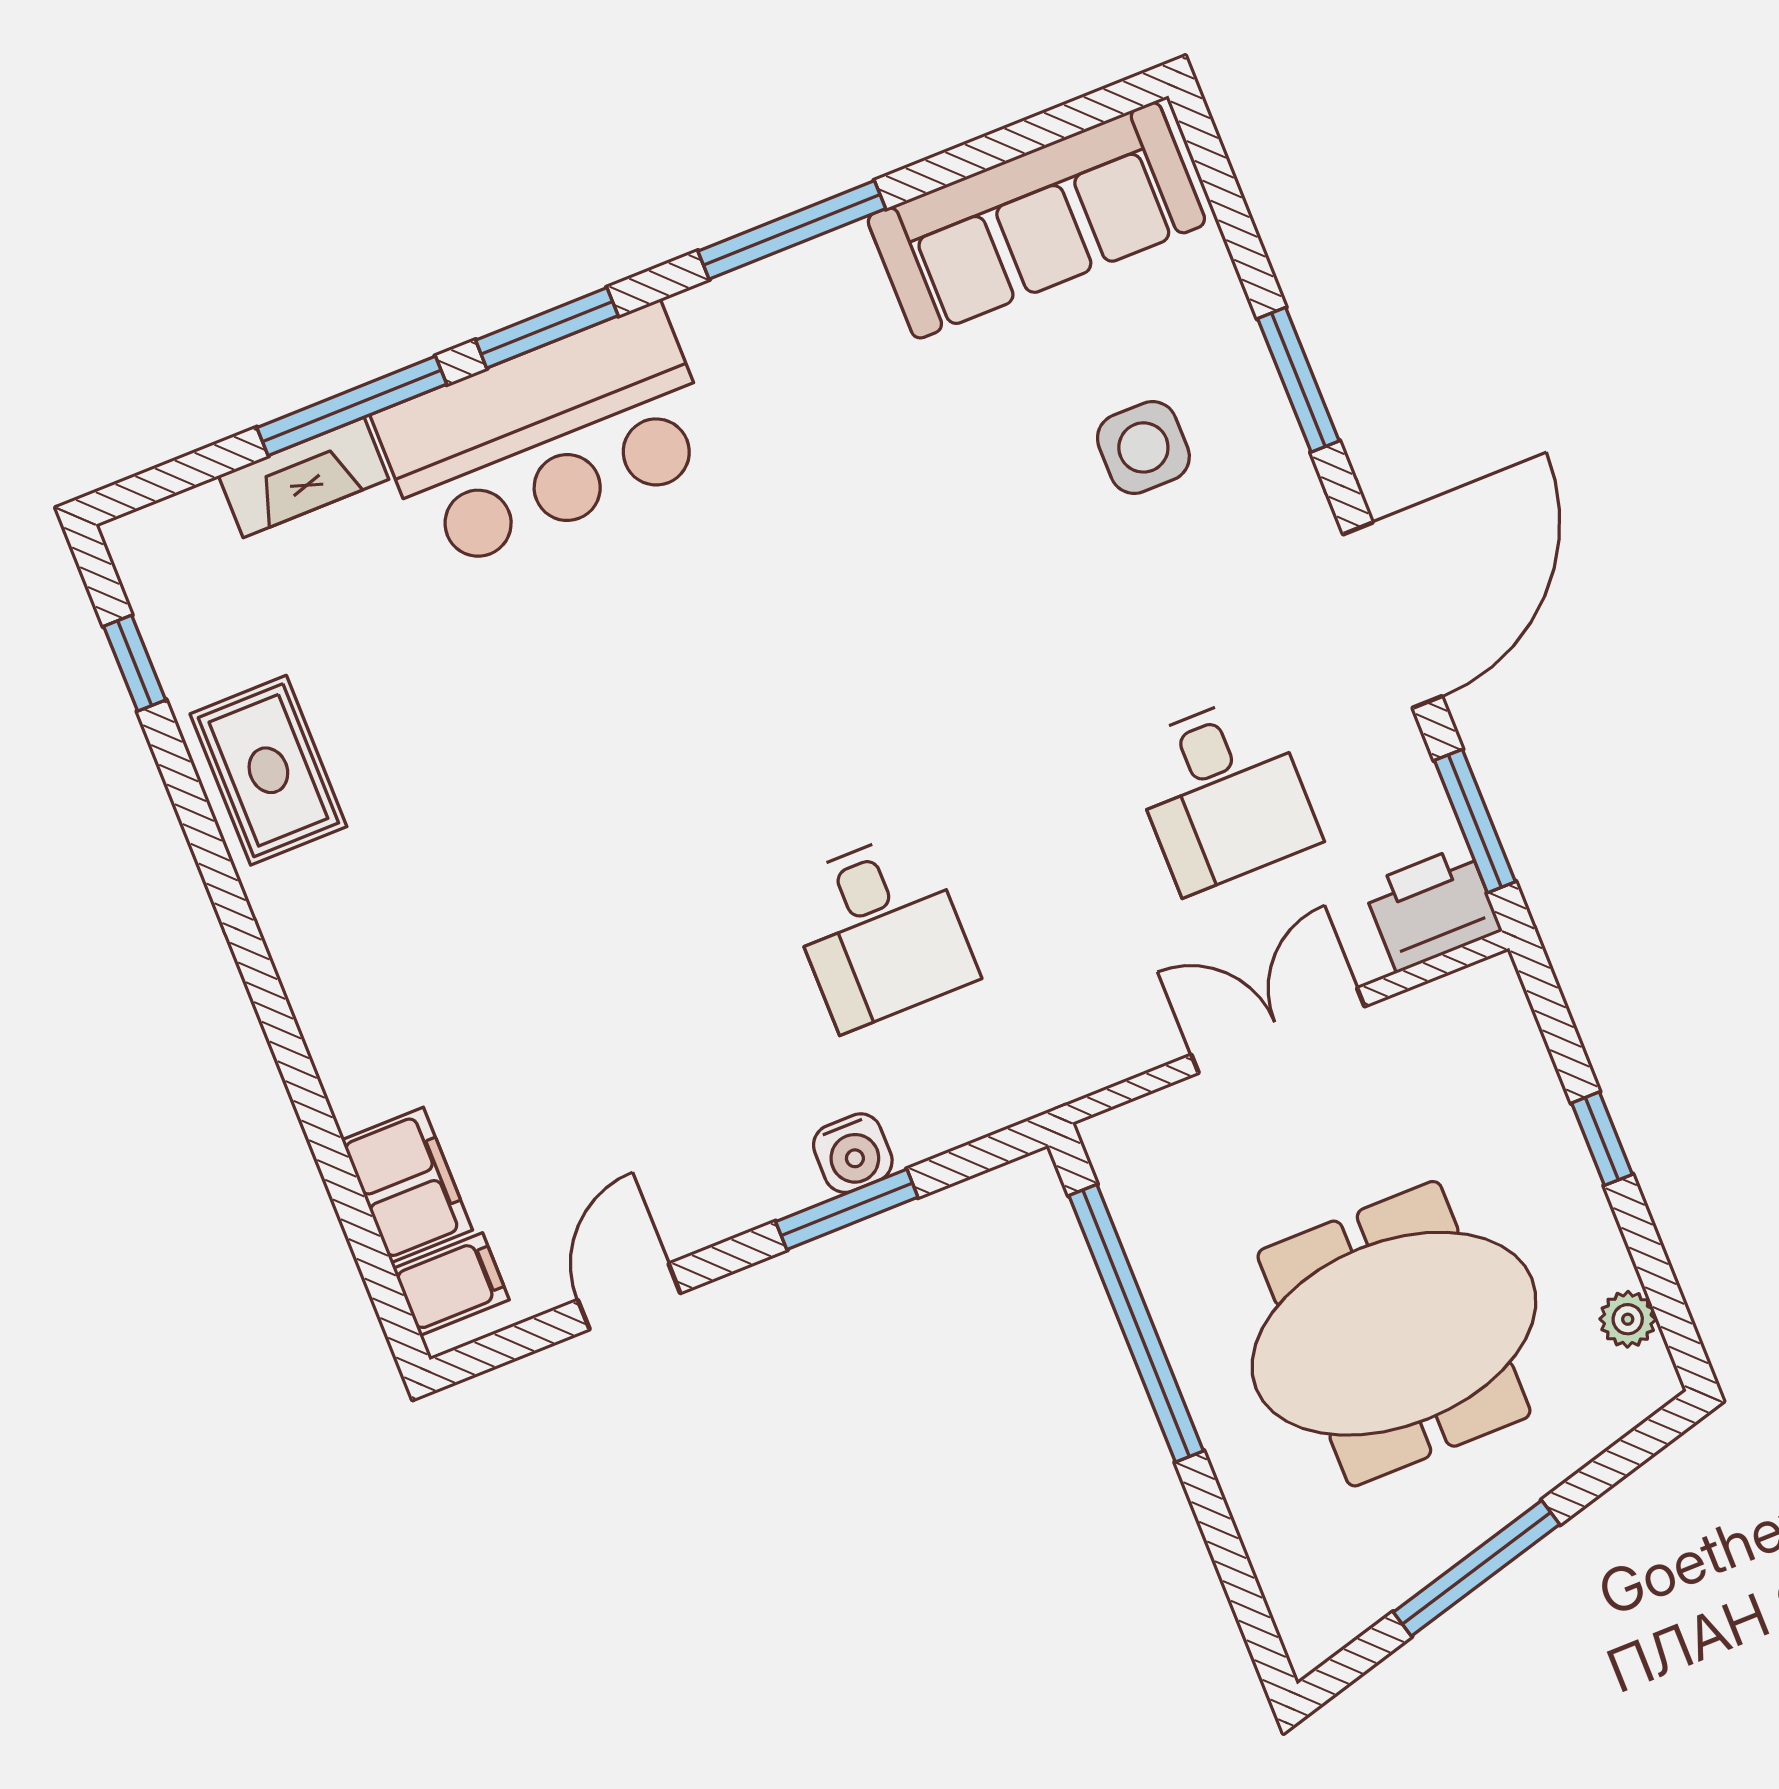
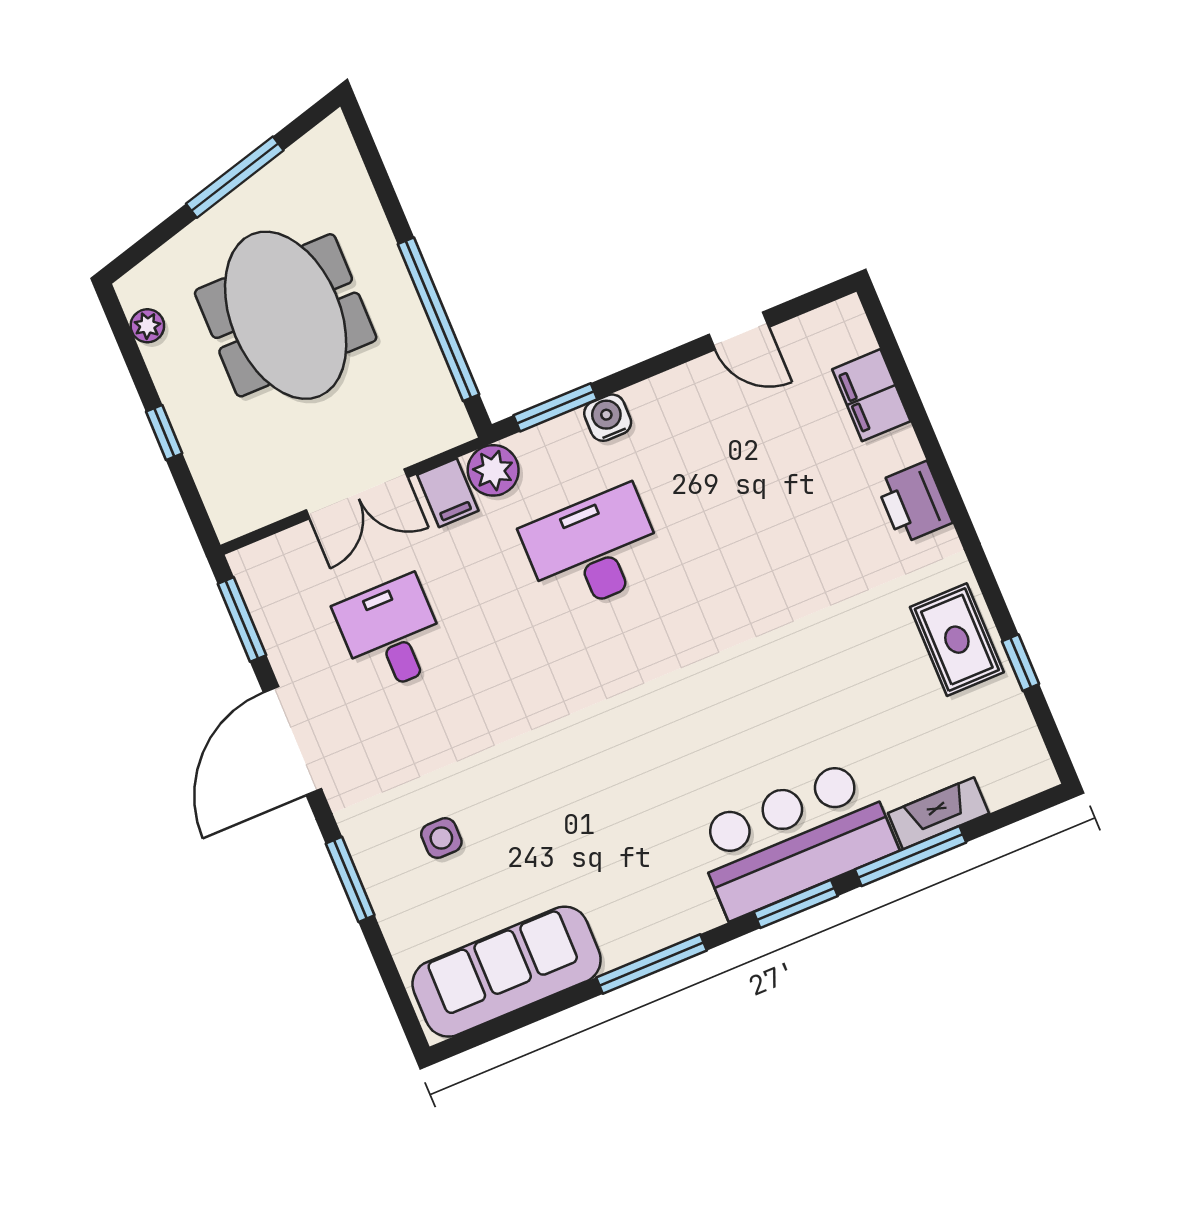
side table: (1143, 447) -> (441, 838), width x0.73, depth x0.73
window: (135, 663) -> (1021, 663), moved
printer: (1432, 908) -> (914, 502), moved, turned 90
desk: (880, 930) -> (593, 550), width x1.37
plant: (1047, 1067) -> (493, 470), added
window: (847, 1209) -> (555, 407), moved
filing cabinet: (451, 1284) -> (448, 493), moved, turned -90
door: (629, 1297) -> (739, 331), hinge flipped
meeting table: (1394, 1334) -> (286, 315), turned 90

